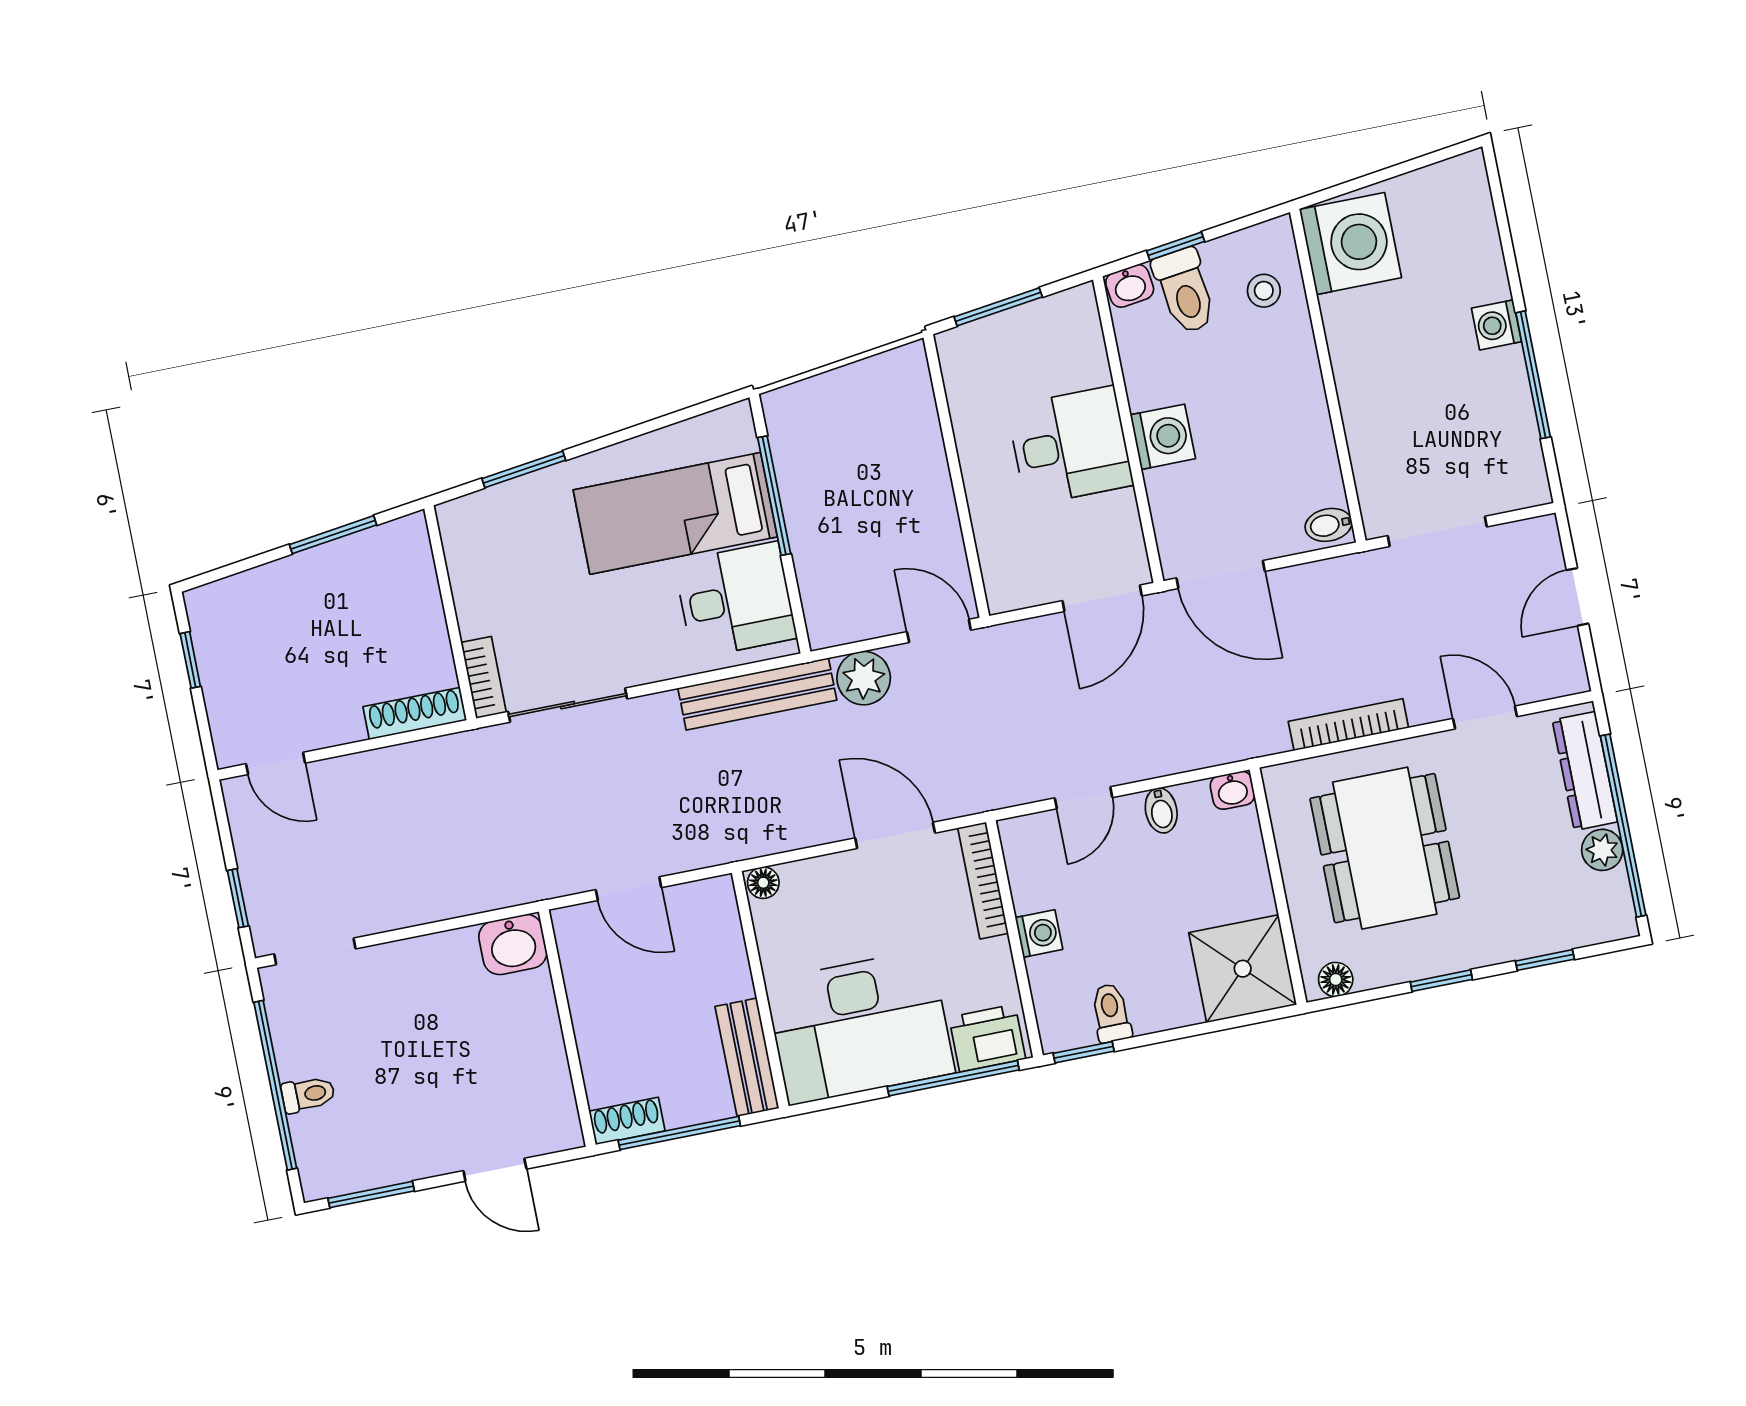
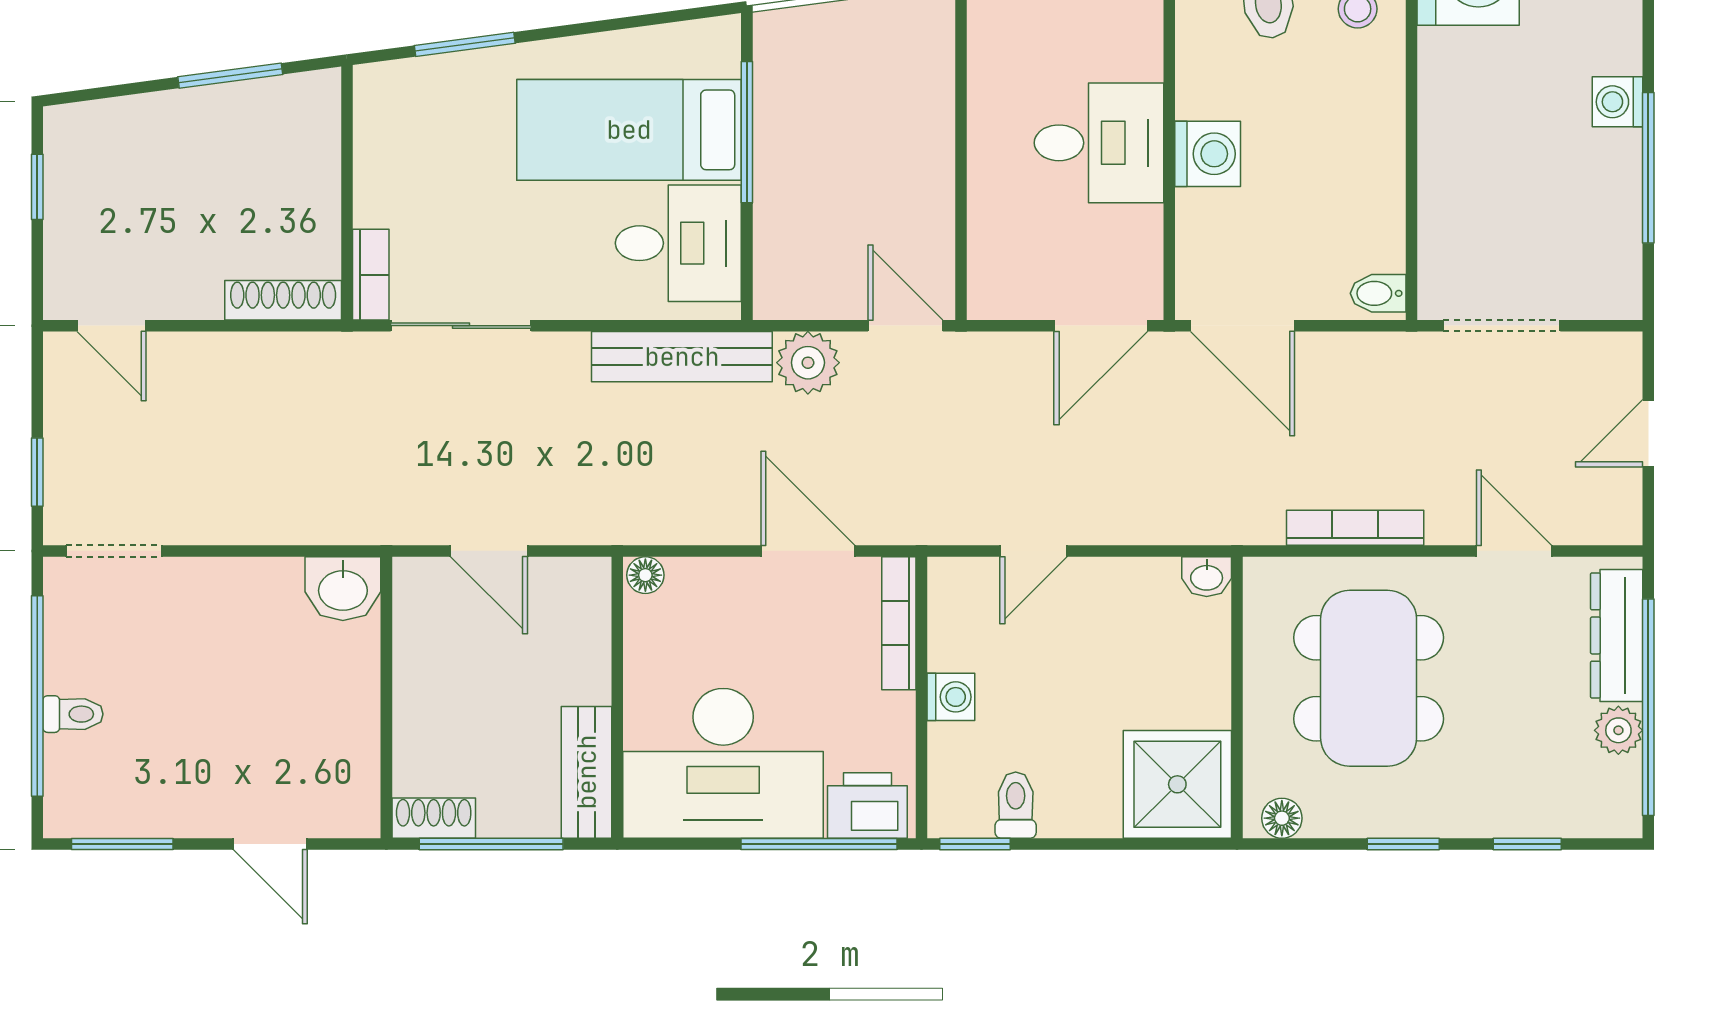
bidet: (1161, 810) -> (1120, 583), removed

